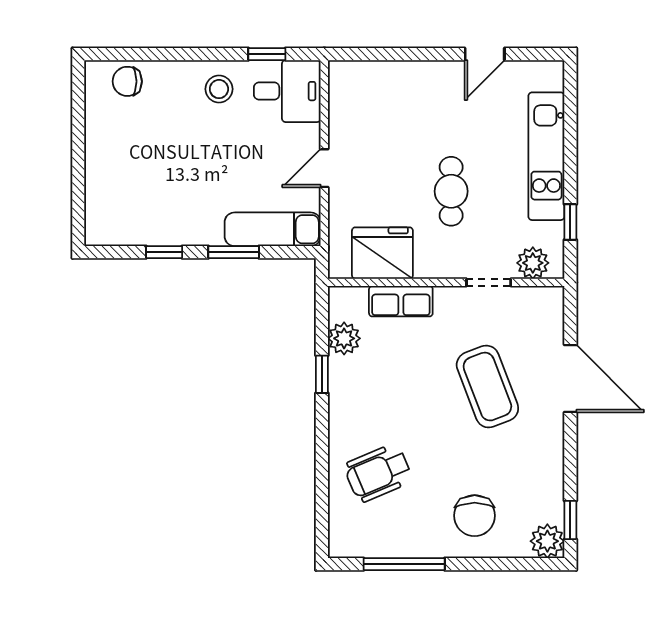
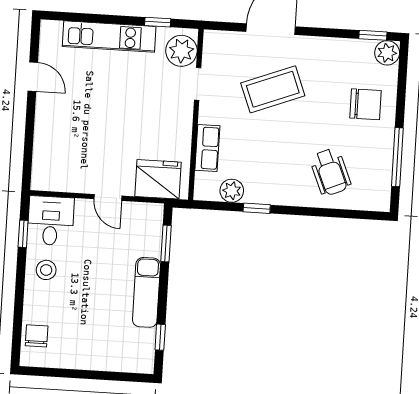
chair: (127, 81) -> (37, 336), turned 180
cafe table: (451, 191) -> (130, 107), removed
exam couch: (273, 229) -> (146, 292), moved
window: (164, 252) -> (160, 337), moved
window: (234, 252) -> (166, 243), moved
fridge: (382, 253) -> (158, 179), moved, turned 90
plant: (533, 263) -> (181, 51), width x1.36, depth x1.36

